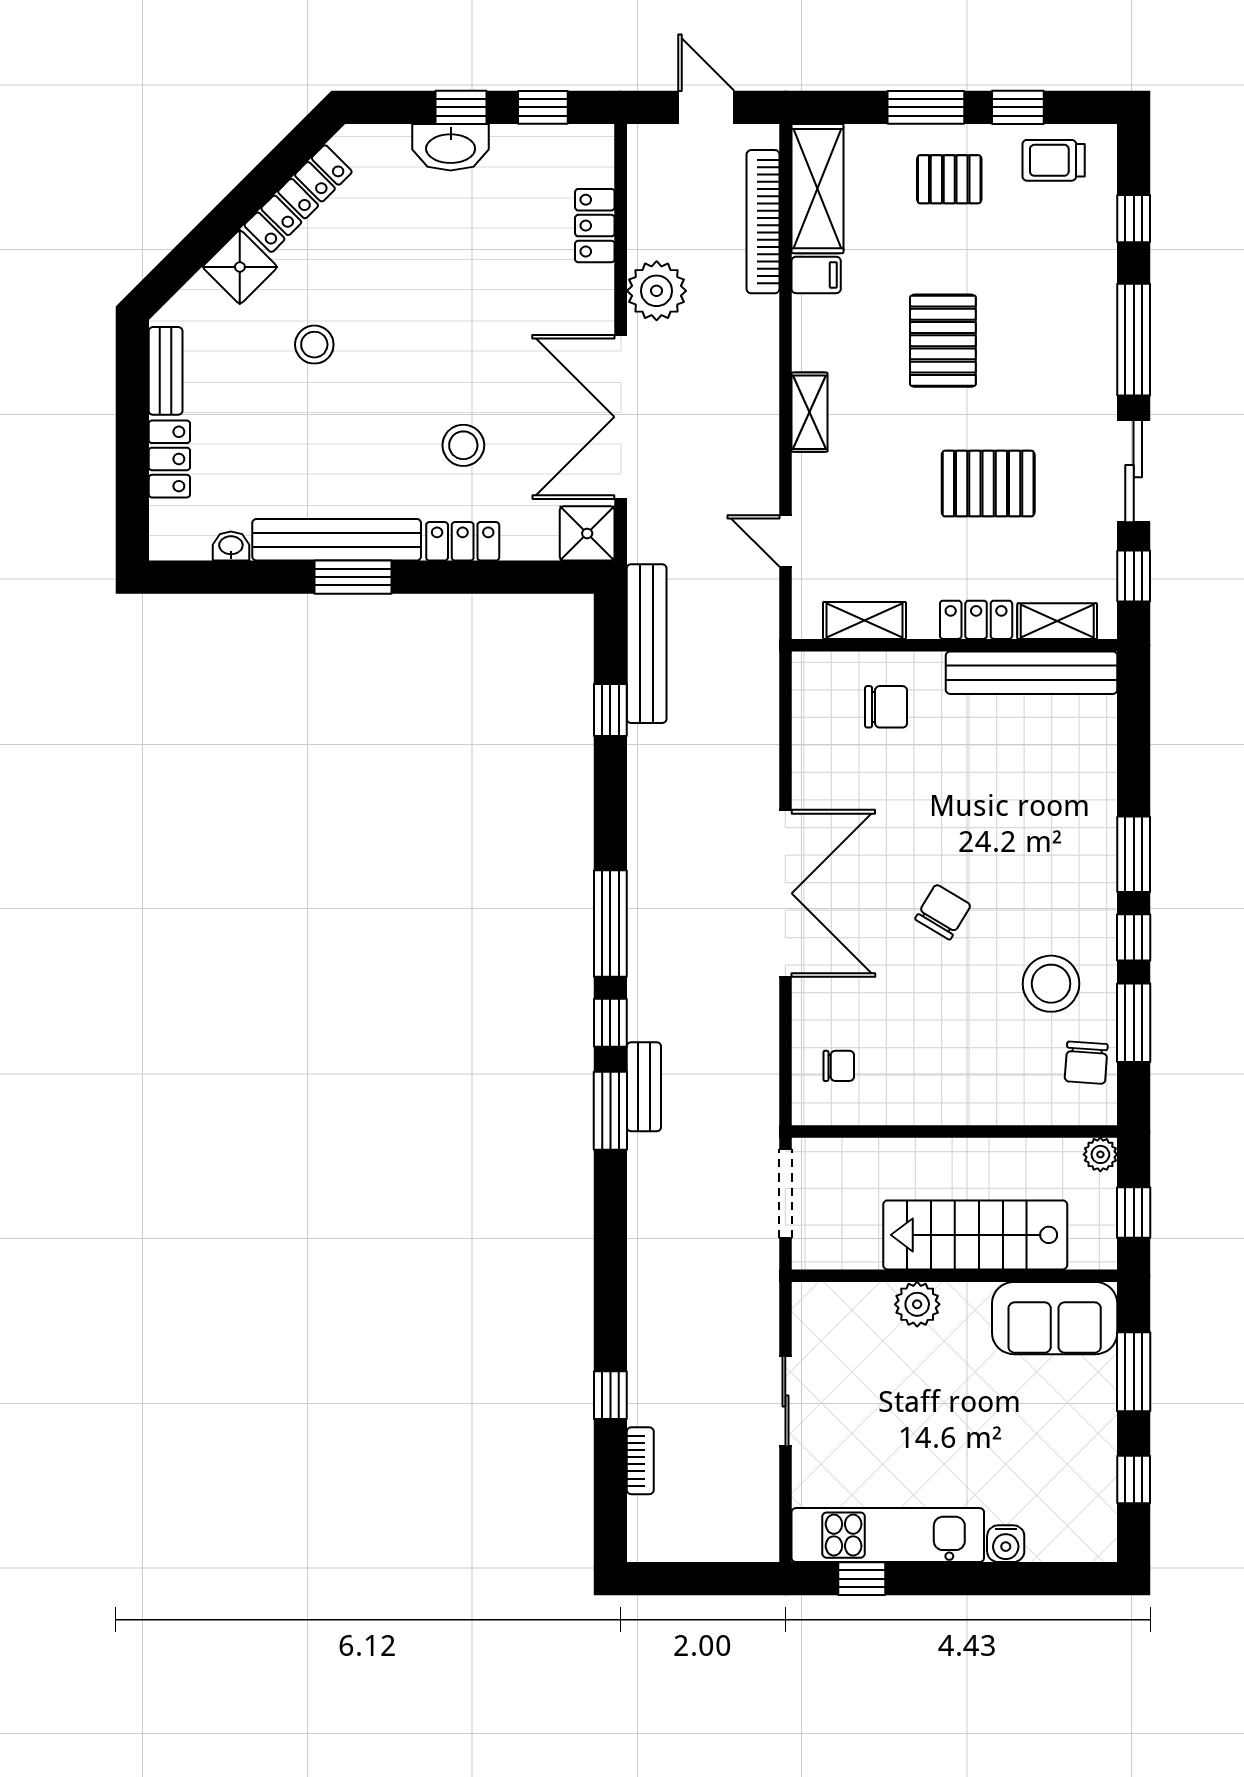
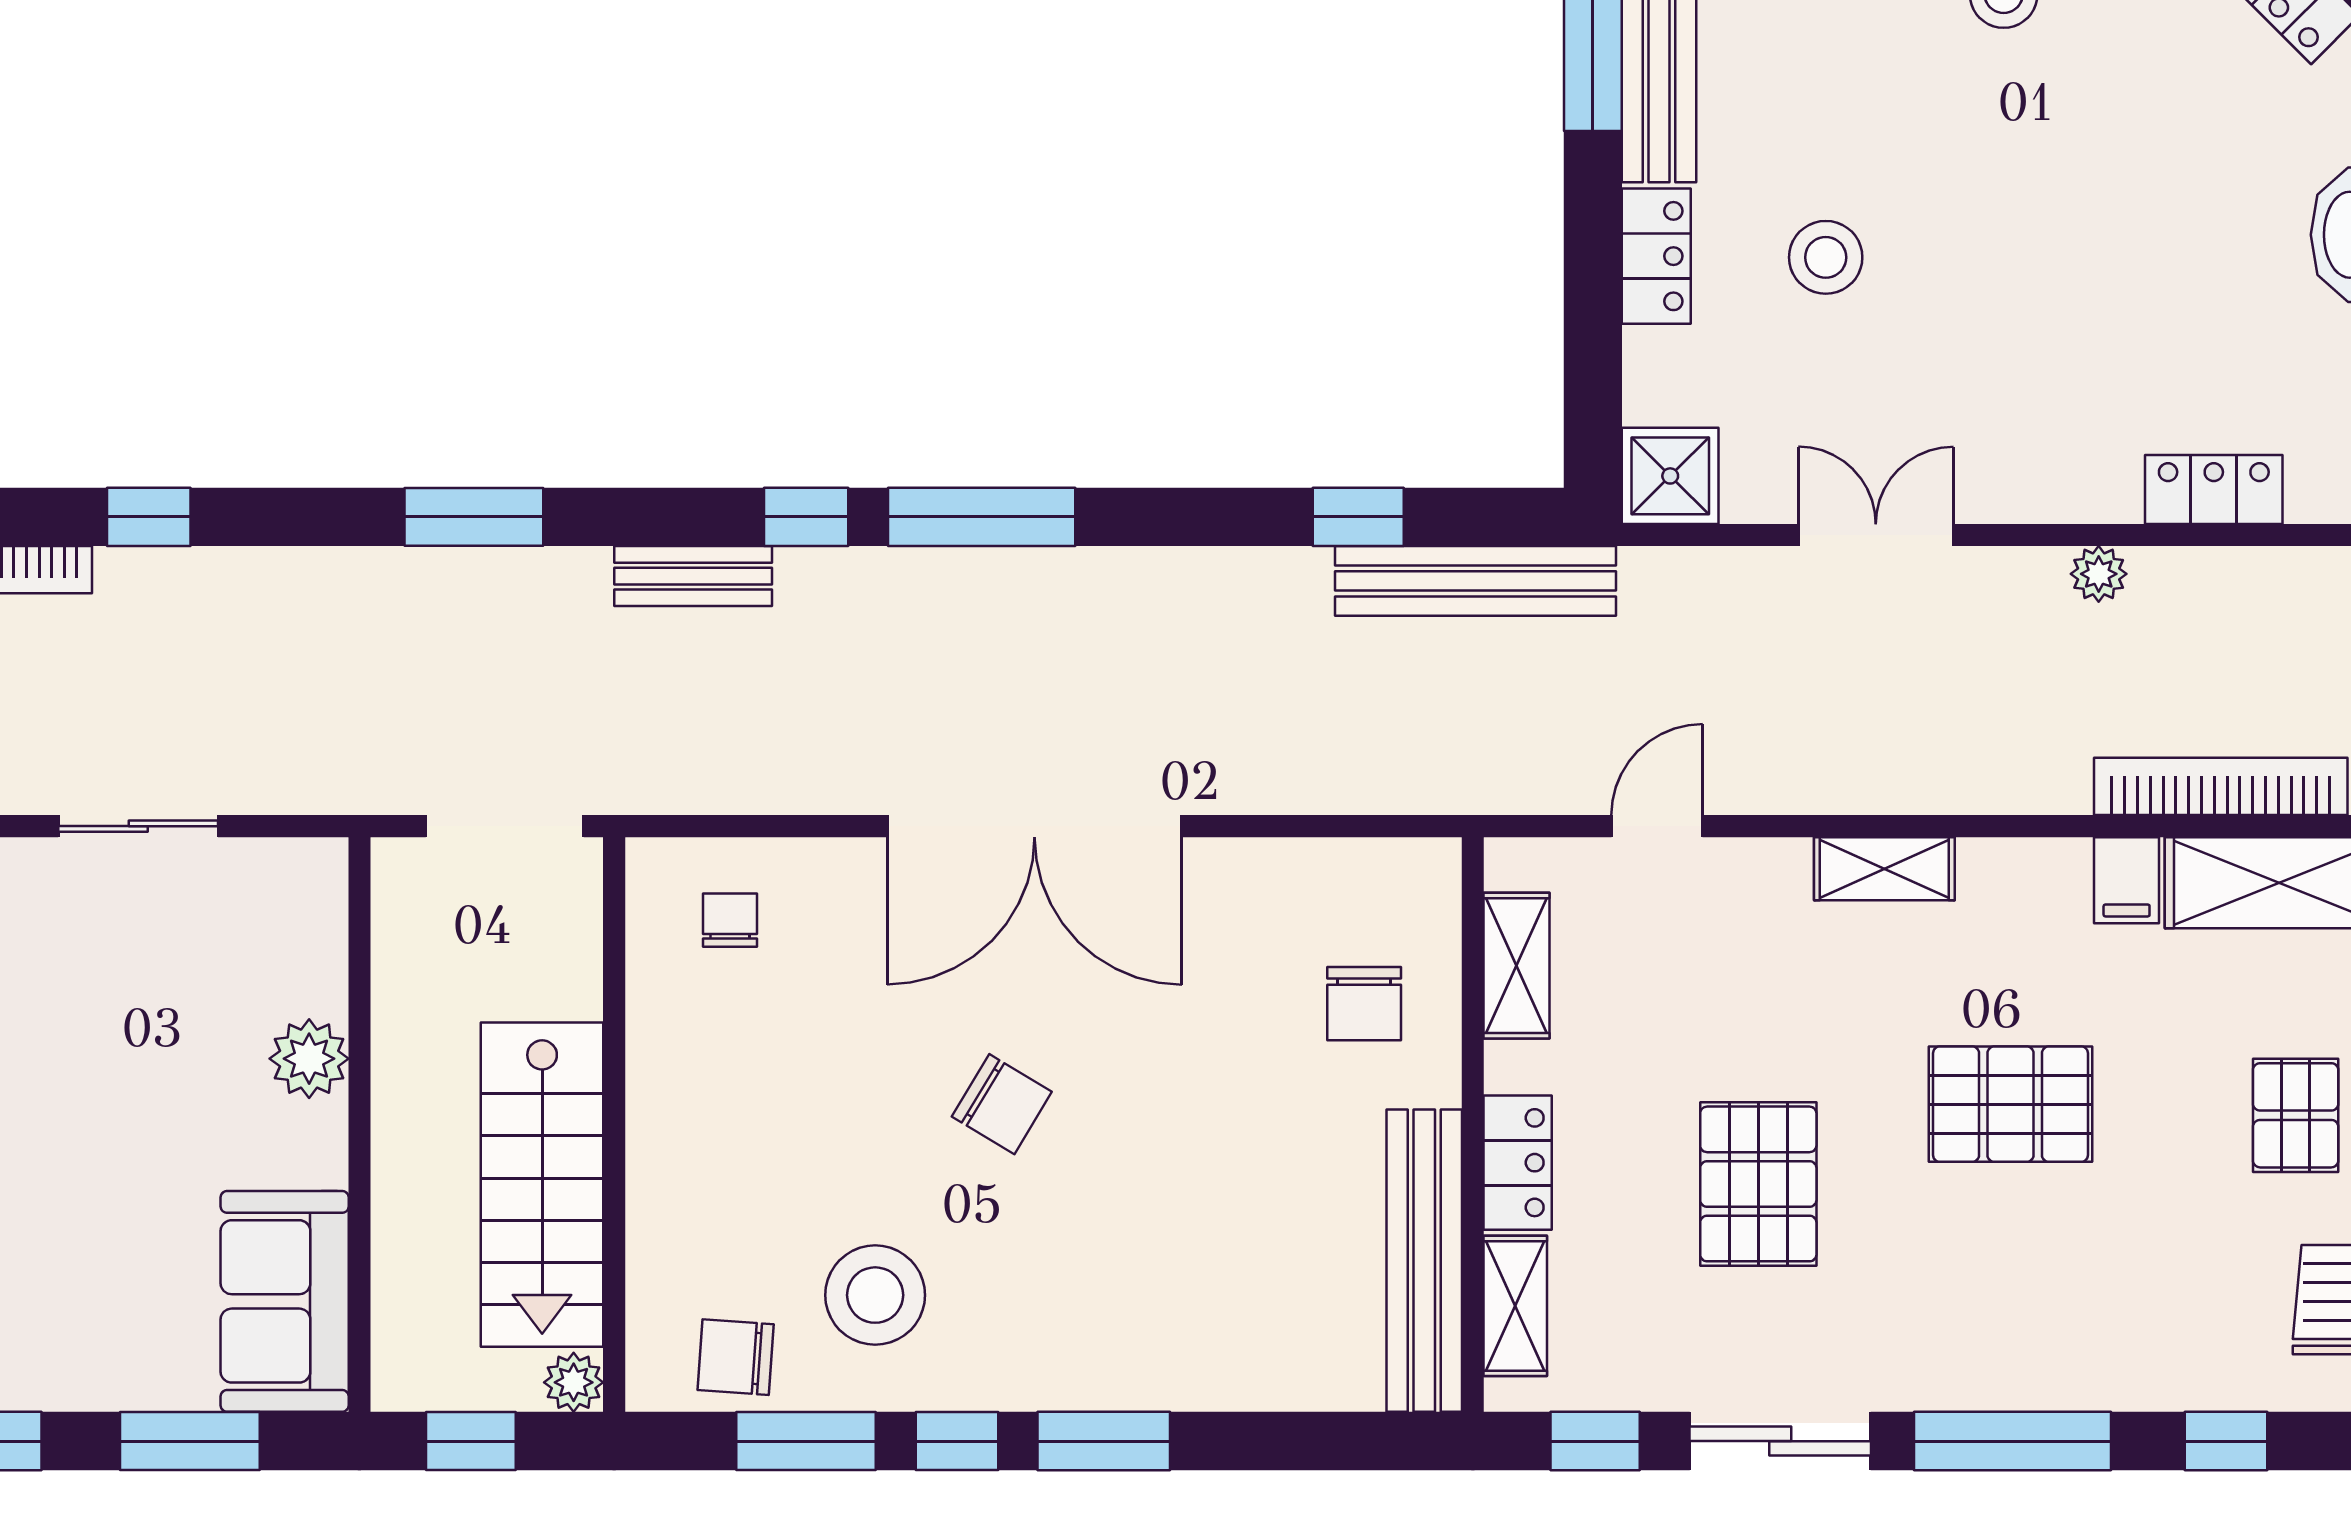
plant: (657, 291) -> (2099, 574), width x0.53, depth x0.53
double door: (621, 417) -> (1876, 535), width x0.54
chair: (839, 1066) -> (730, 920), turned 180
window: (610, 1111) -> (474, 517), moved
stairs: (975, 1235) -> (542, 1185), moved, turned 180

